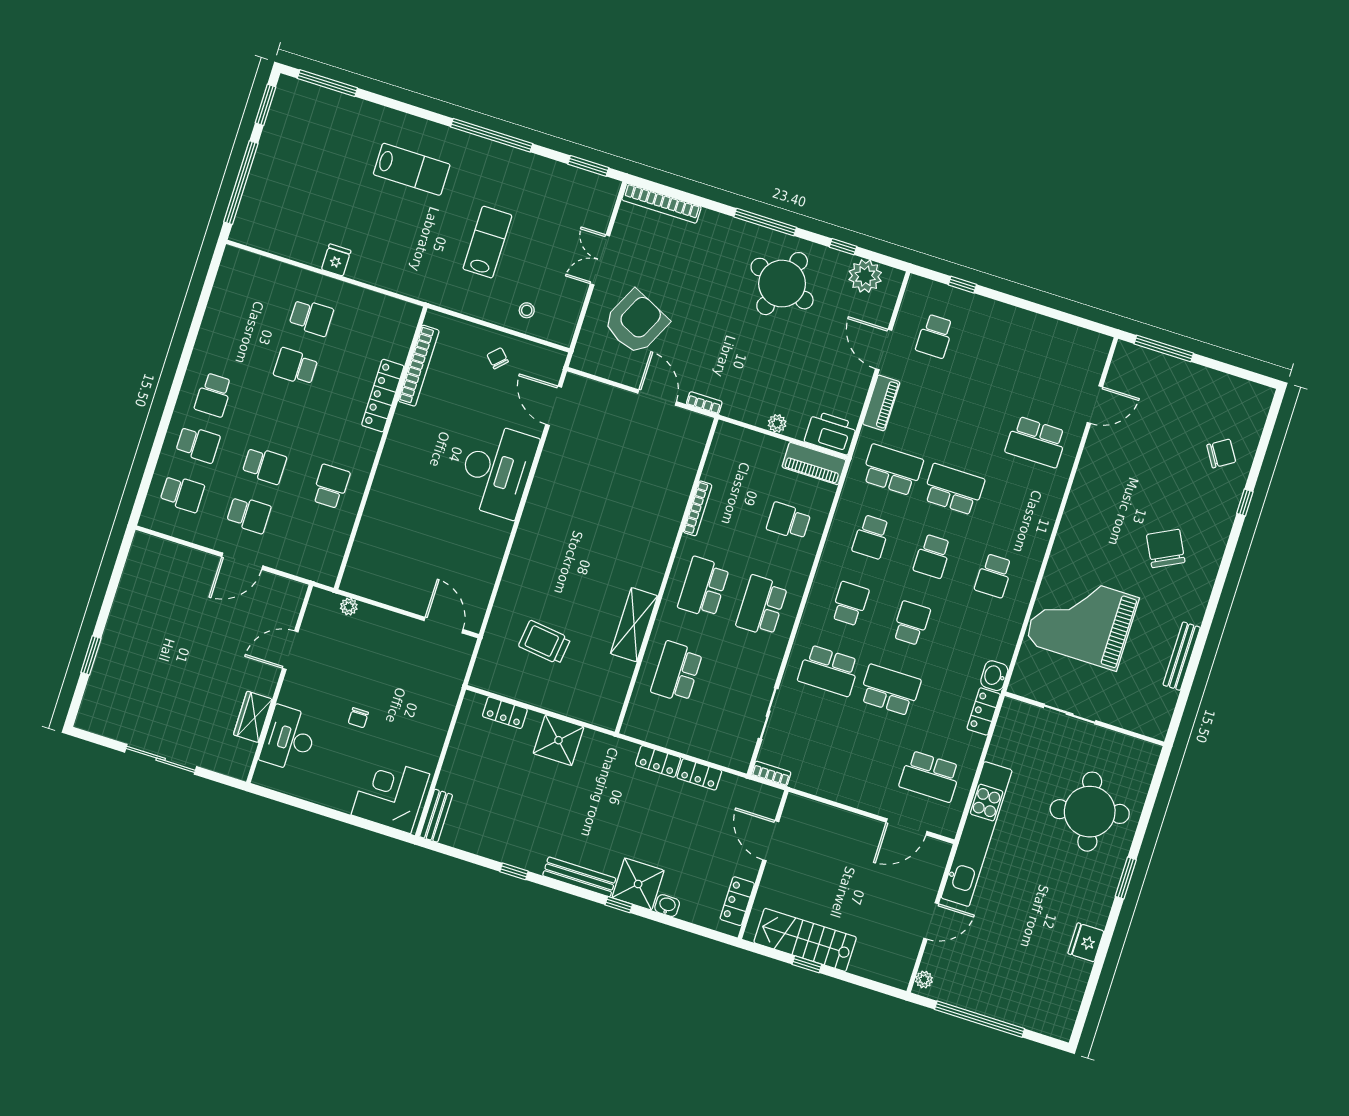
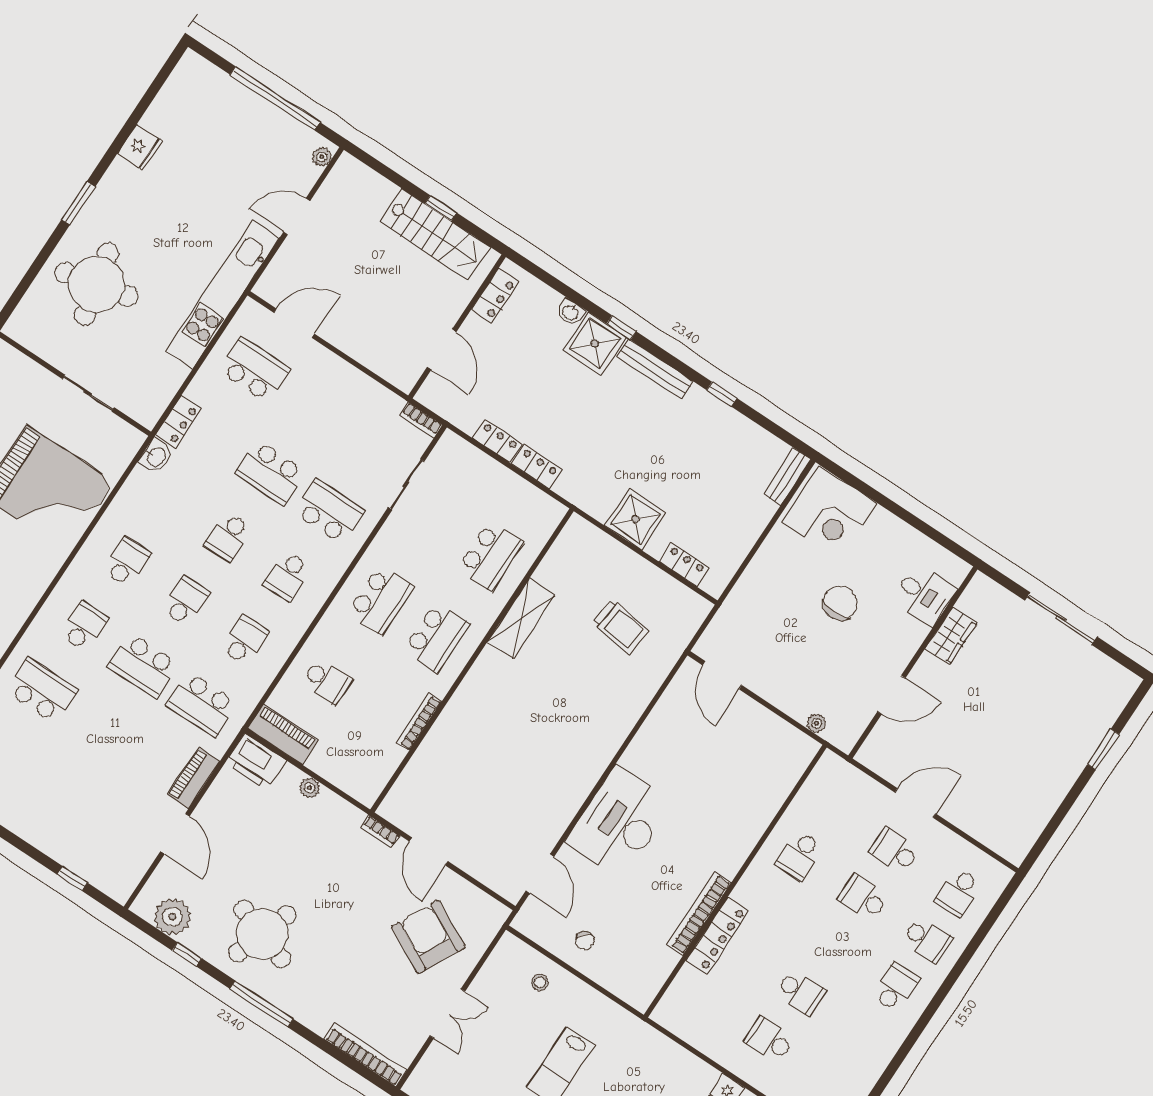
armchair: (636, 322) -> (428, 937), turned 91
school desk: (935, 336) -> (84, 626), moved
bookcase: (419, 366) -> (699, 913), moved
school desk: (198, 444) -> (927, 940), turned 180
school desk: (182, 493) -> (958, 893), turned -90
chair: (358, 718) -> (840, 603), width x1.87, depth x1.87
desk: (289, 739) -> (924, 595), width x0.73

